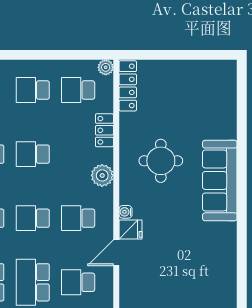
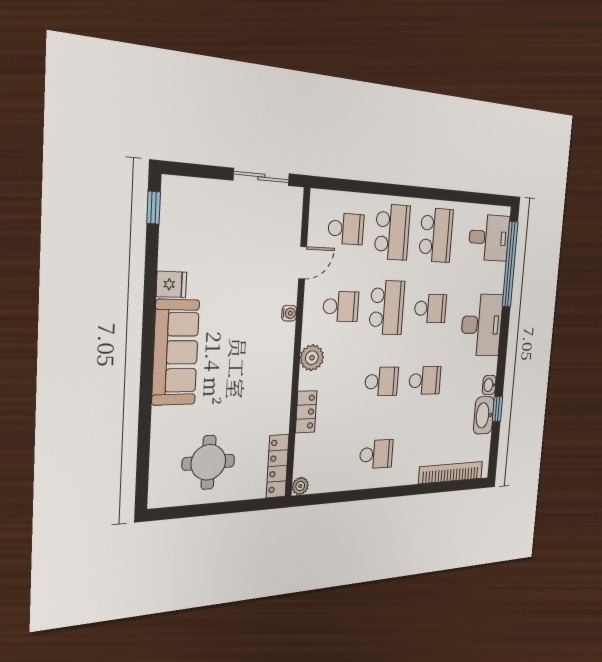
school desk: (78, 90) -> (331, 457), removed
round table: (161, 161) -> (208, 462), moved
school desk: (33, 218) -> (387, 307), width x1.85
fridge: (131, 229) -> (171, 284), moved, turned 180
window: (242, 288) -> (154, 208), added

